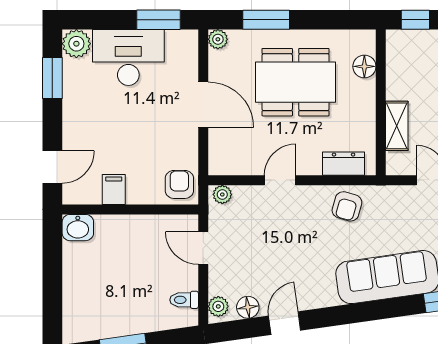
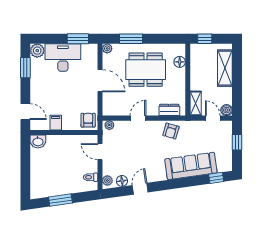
shelving: (397, 126) -> (196, 103), moved
door: (52, 167) -> (25, 112), hinge flipped

